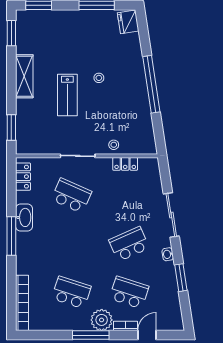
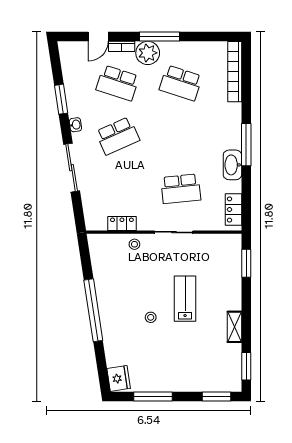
shelving: (24, 76) -> (234, 327), width x0.67, depth x0.75
school desk: (71, 196) -> (181, 189), turned -30

